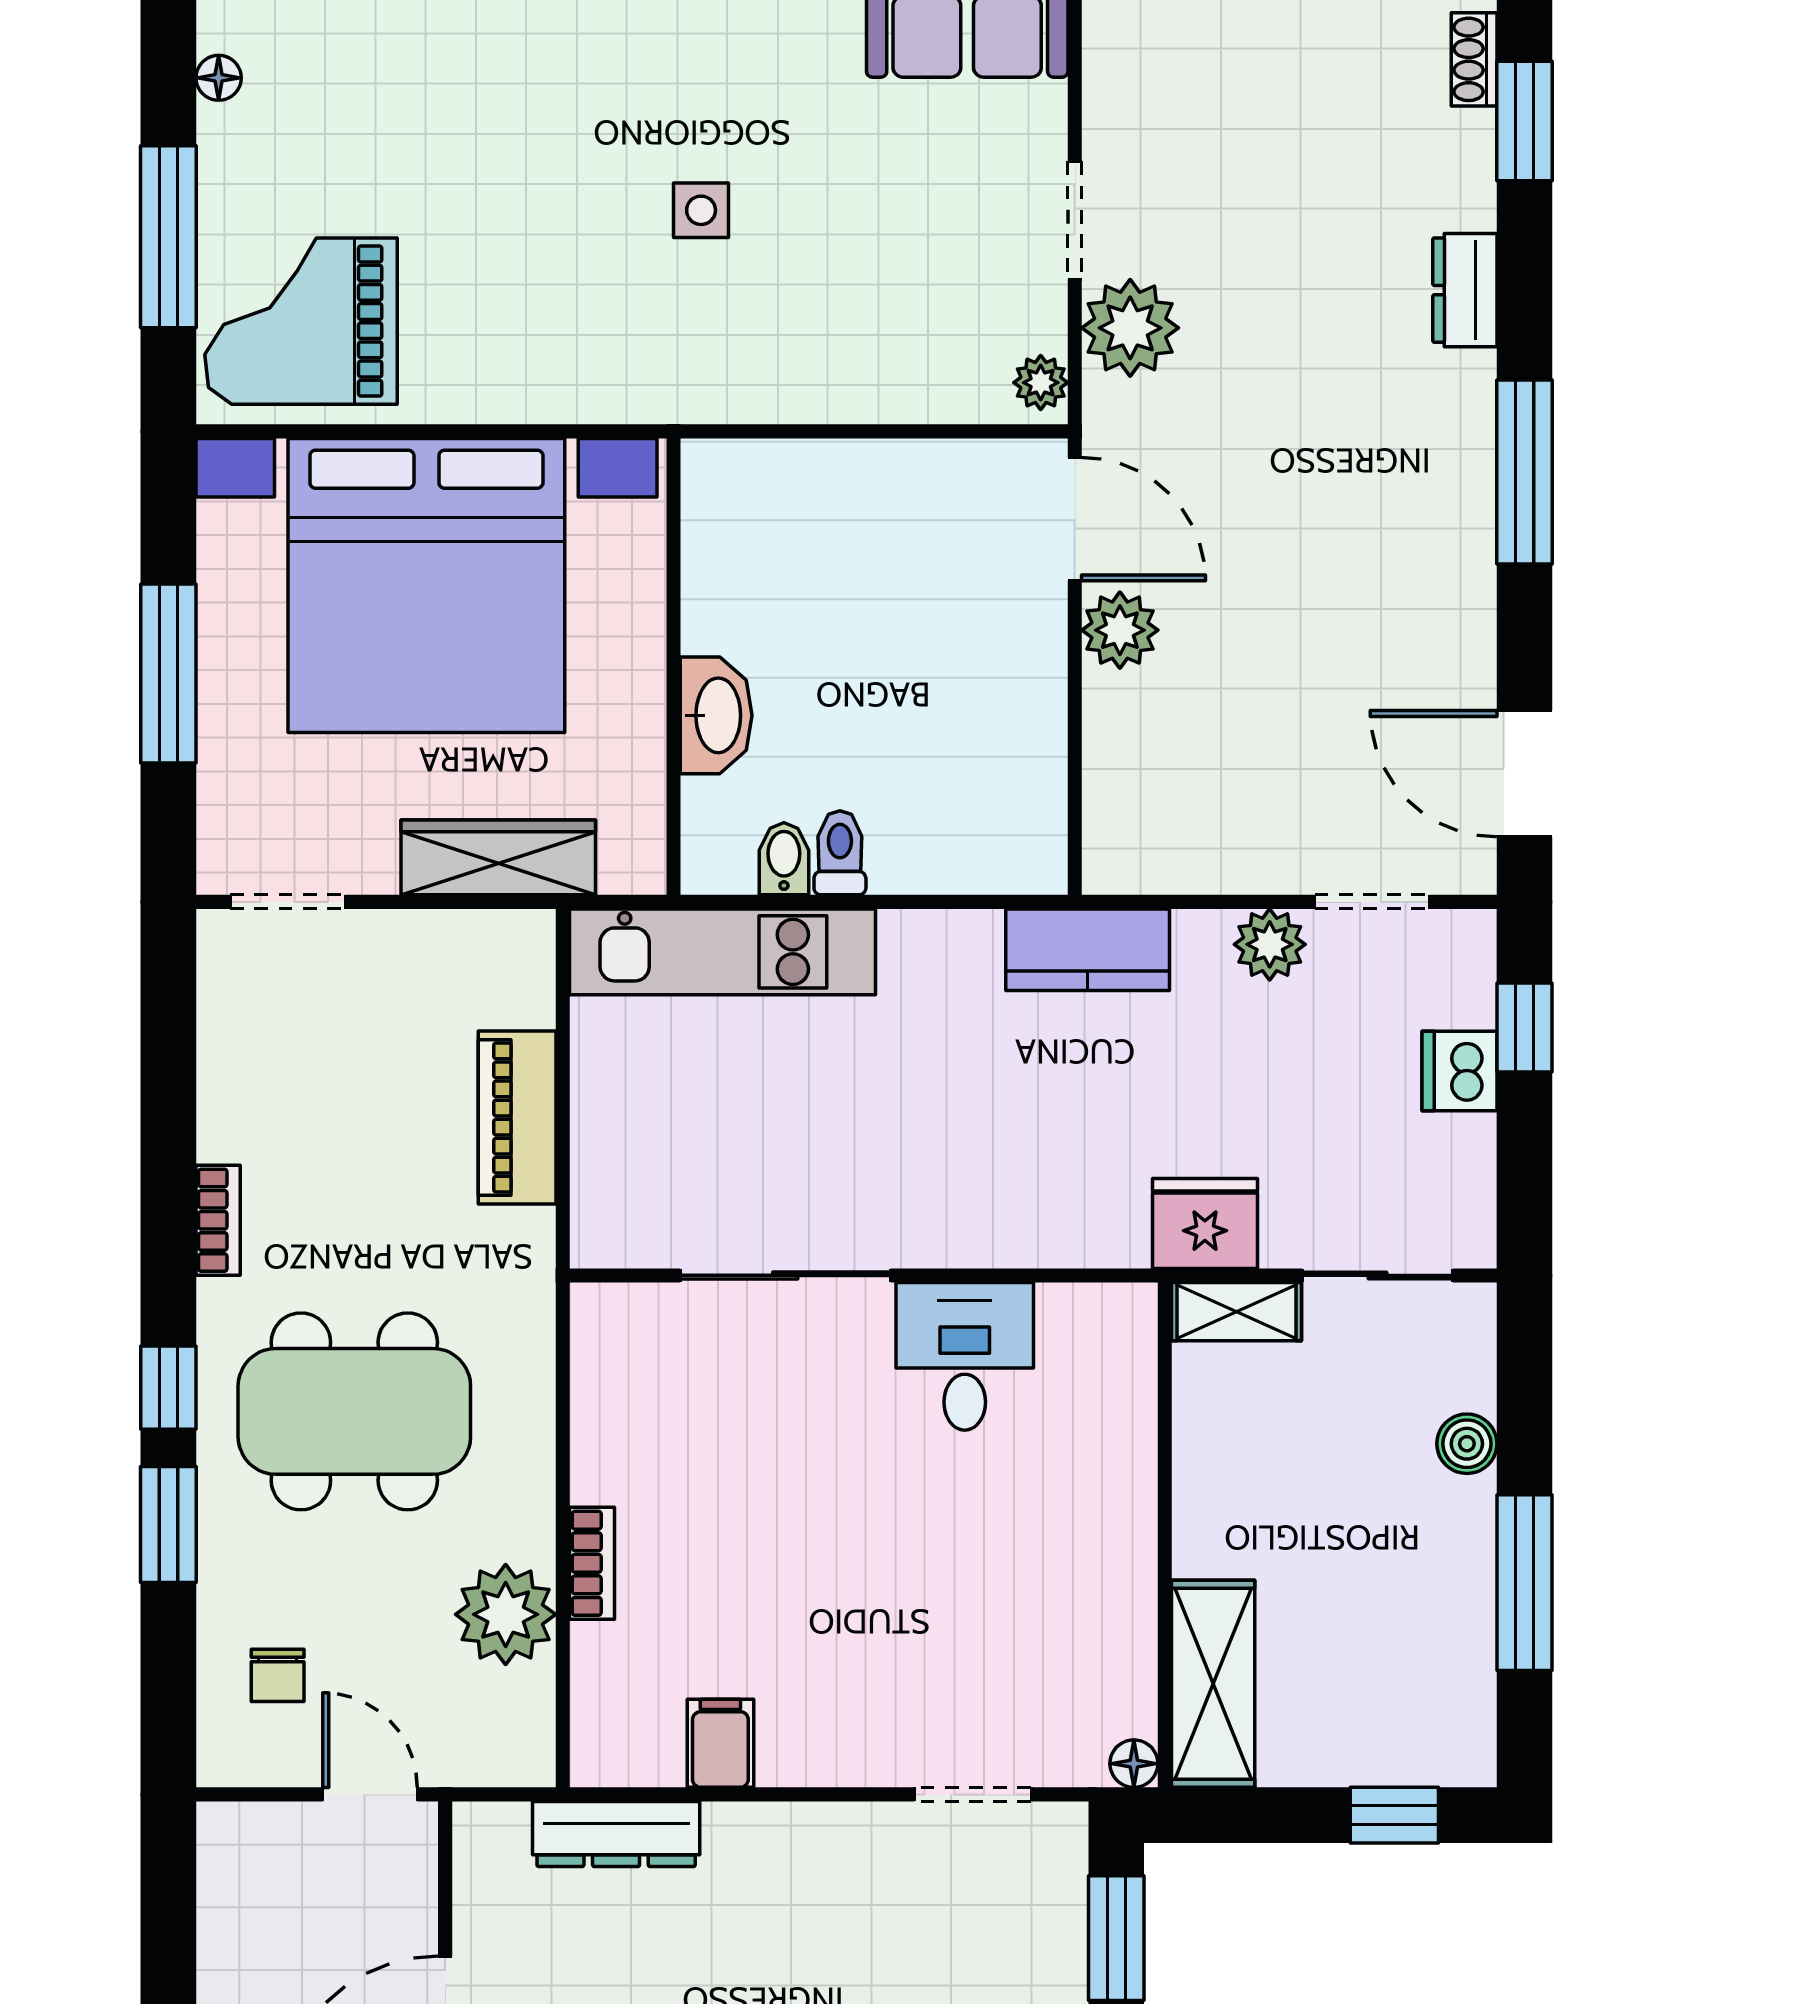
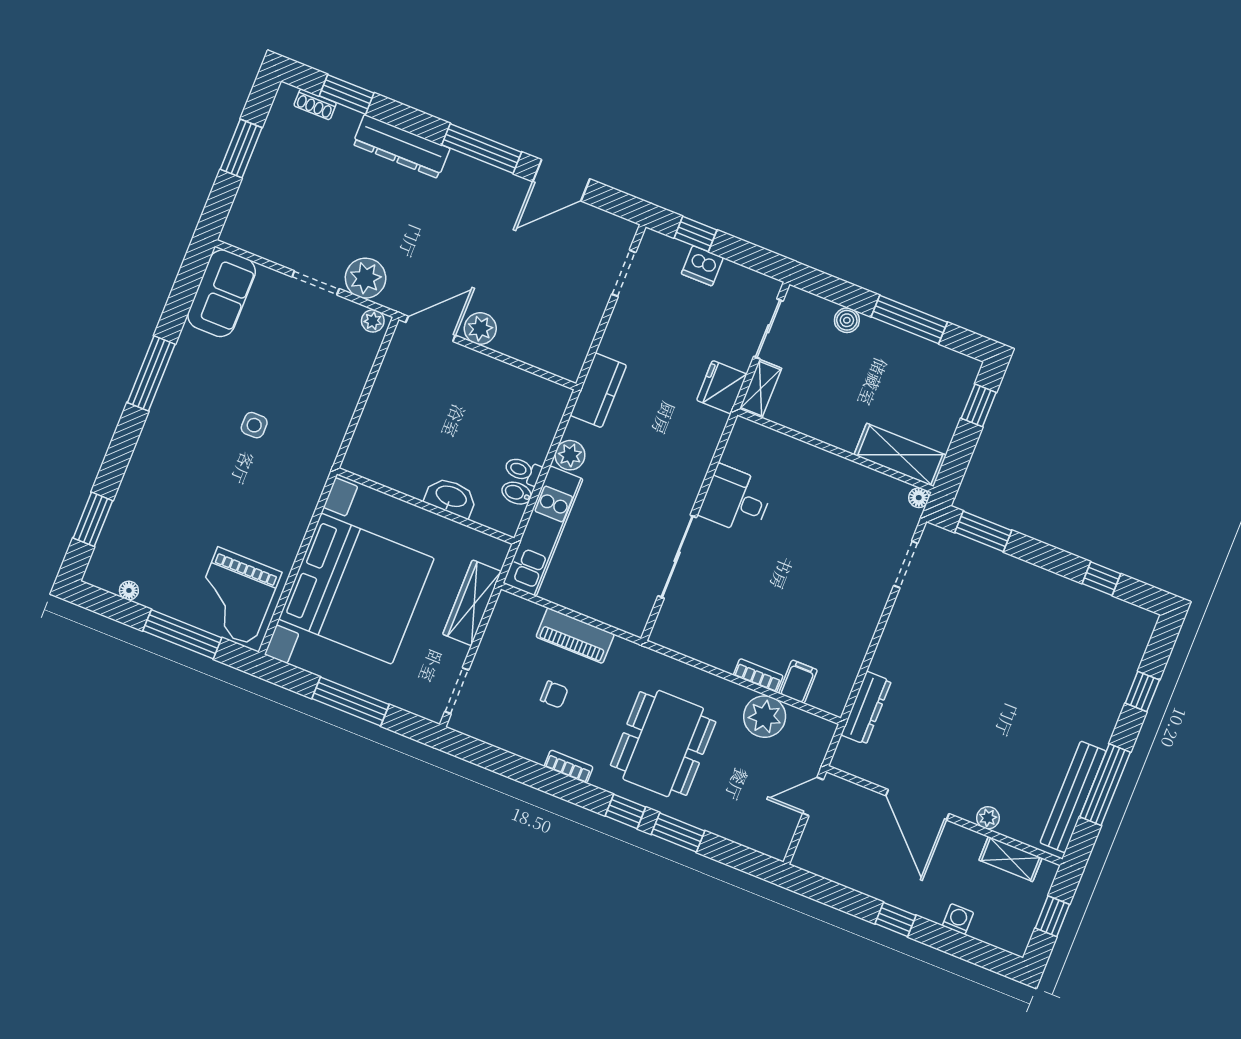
dresser: (1465, 290) -> (401, 146), width x1.96, depth x1.24
door: (1524, 774) -> (561, 180), moved
plant: (1270, 944) -> (570, 455), moved
chair: (278, 1675) -> (554, 694), moved
filing cabinet: (720, 1743) -> (798, 682), moved, turned 90

